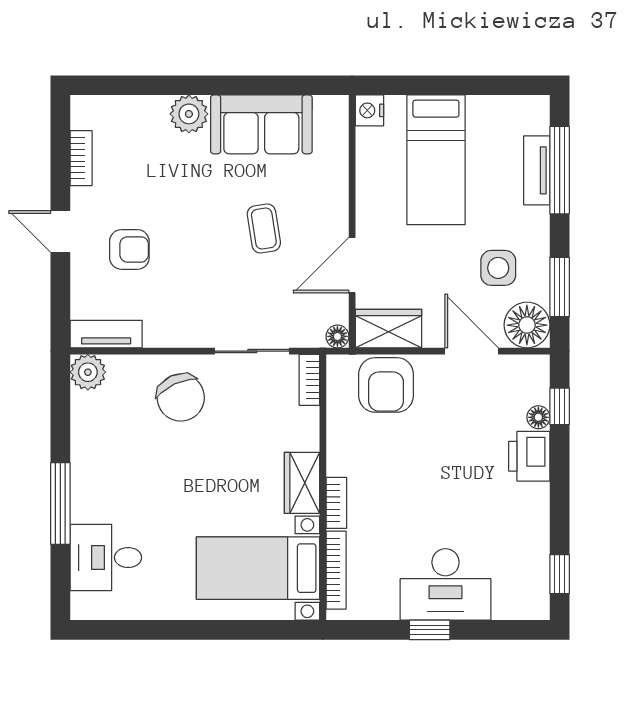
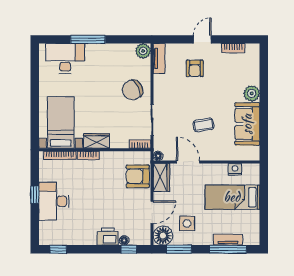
nightstand: (370, 110) -> (235, 169), moved
desk: (106, 558) -> (65, 58), width x1.37

